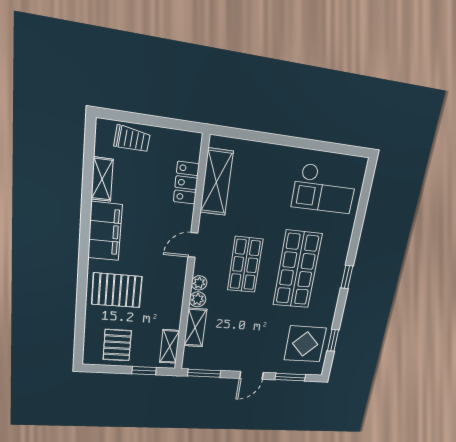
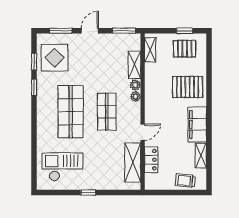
window: (294, 142) -> (88, 193), added
door: (193, 245) -> (143, 132), moved
window: (347, 277) -> (34, 87), moved
pallet: (117, 345) -> (185, 49), turned 90
window: (144, 371) -> (185, 31), moved

